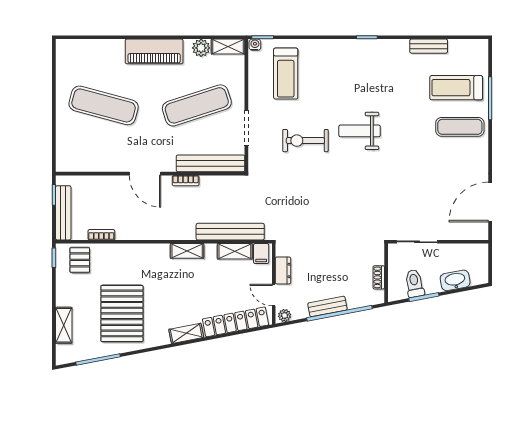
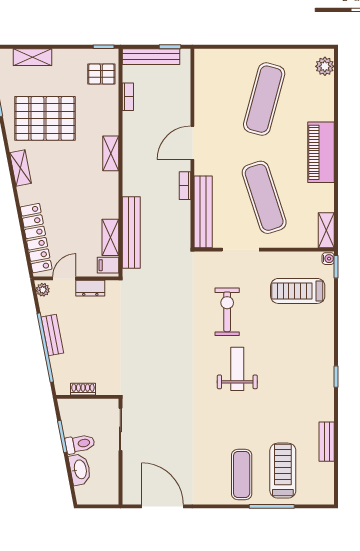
plant: (201, 48) -> (325, 66), moved
shelving: (187, 251) -> (111, 153), moved
toilet: (414, 283) -> (80, 444), moved
shelving: (186, 333) -> (21, 168), moved

